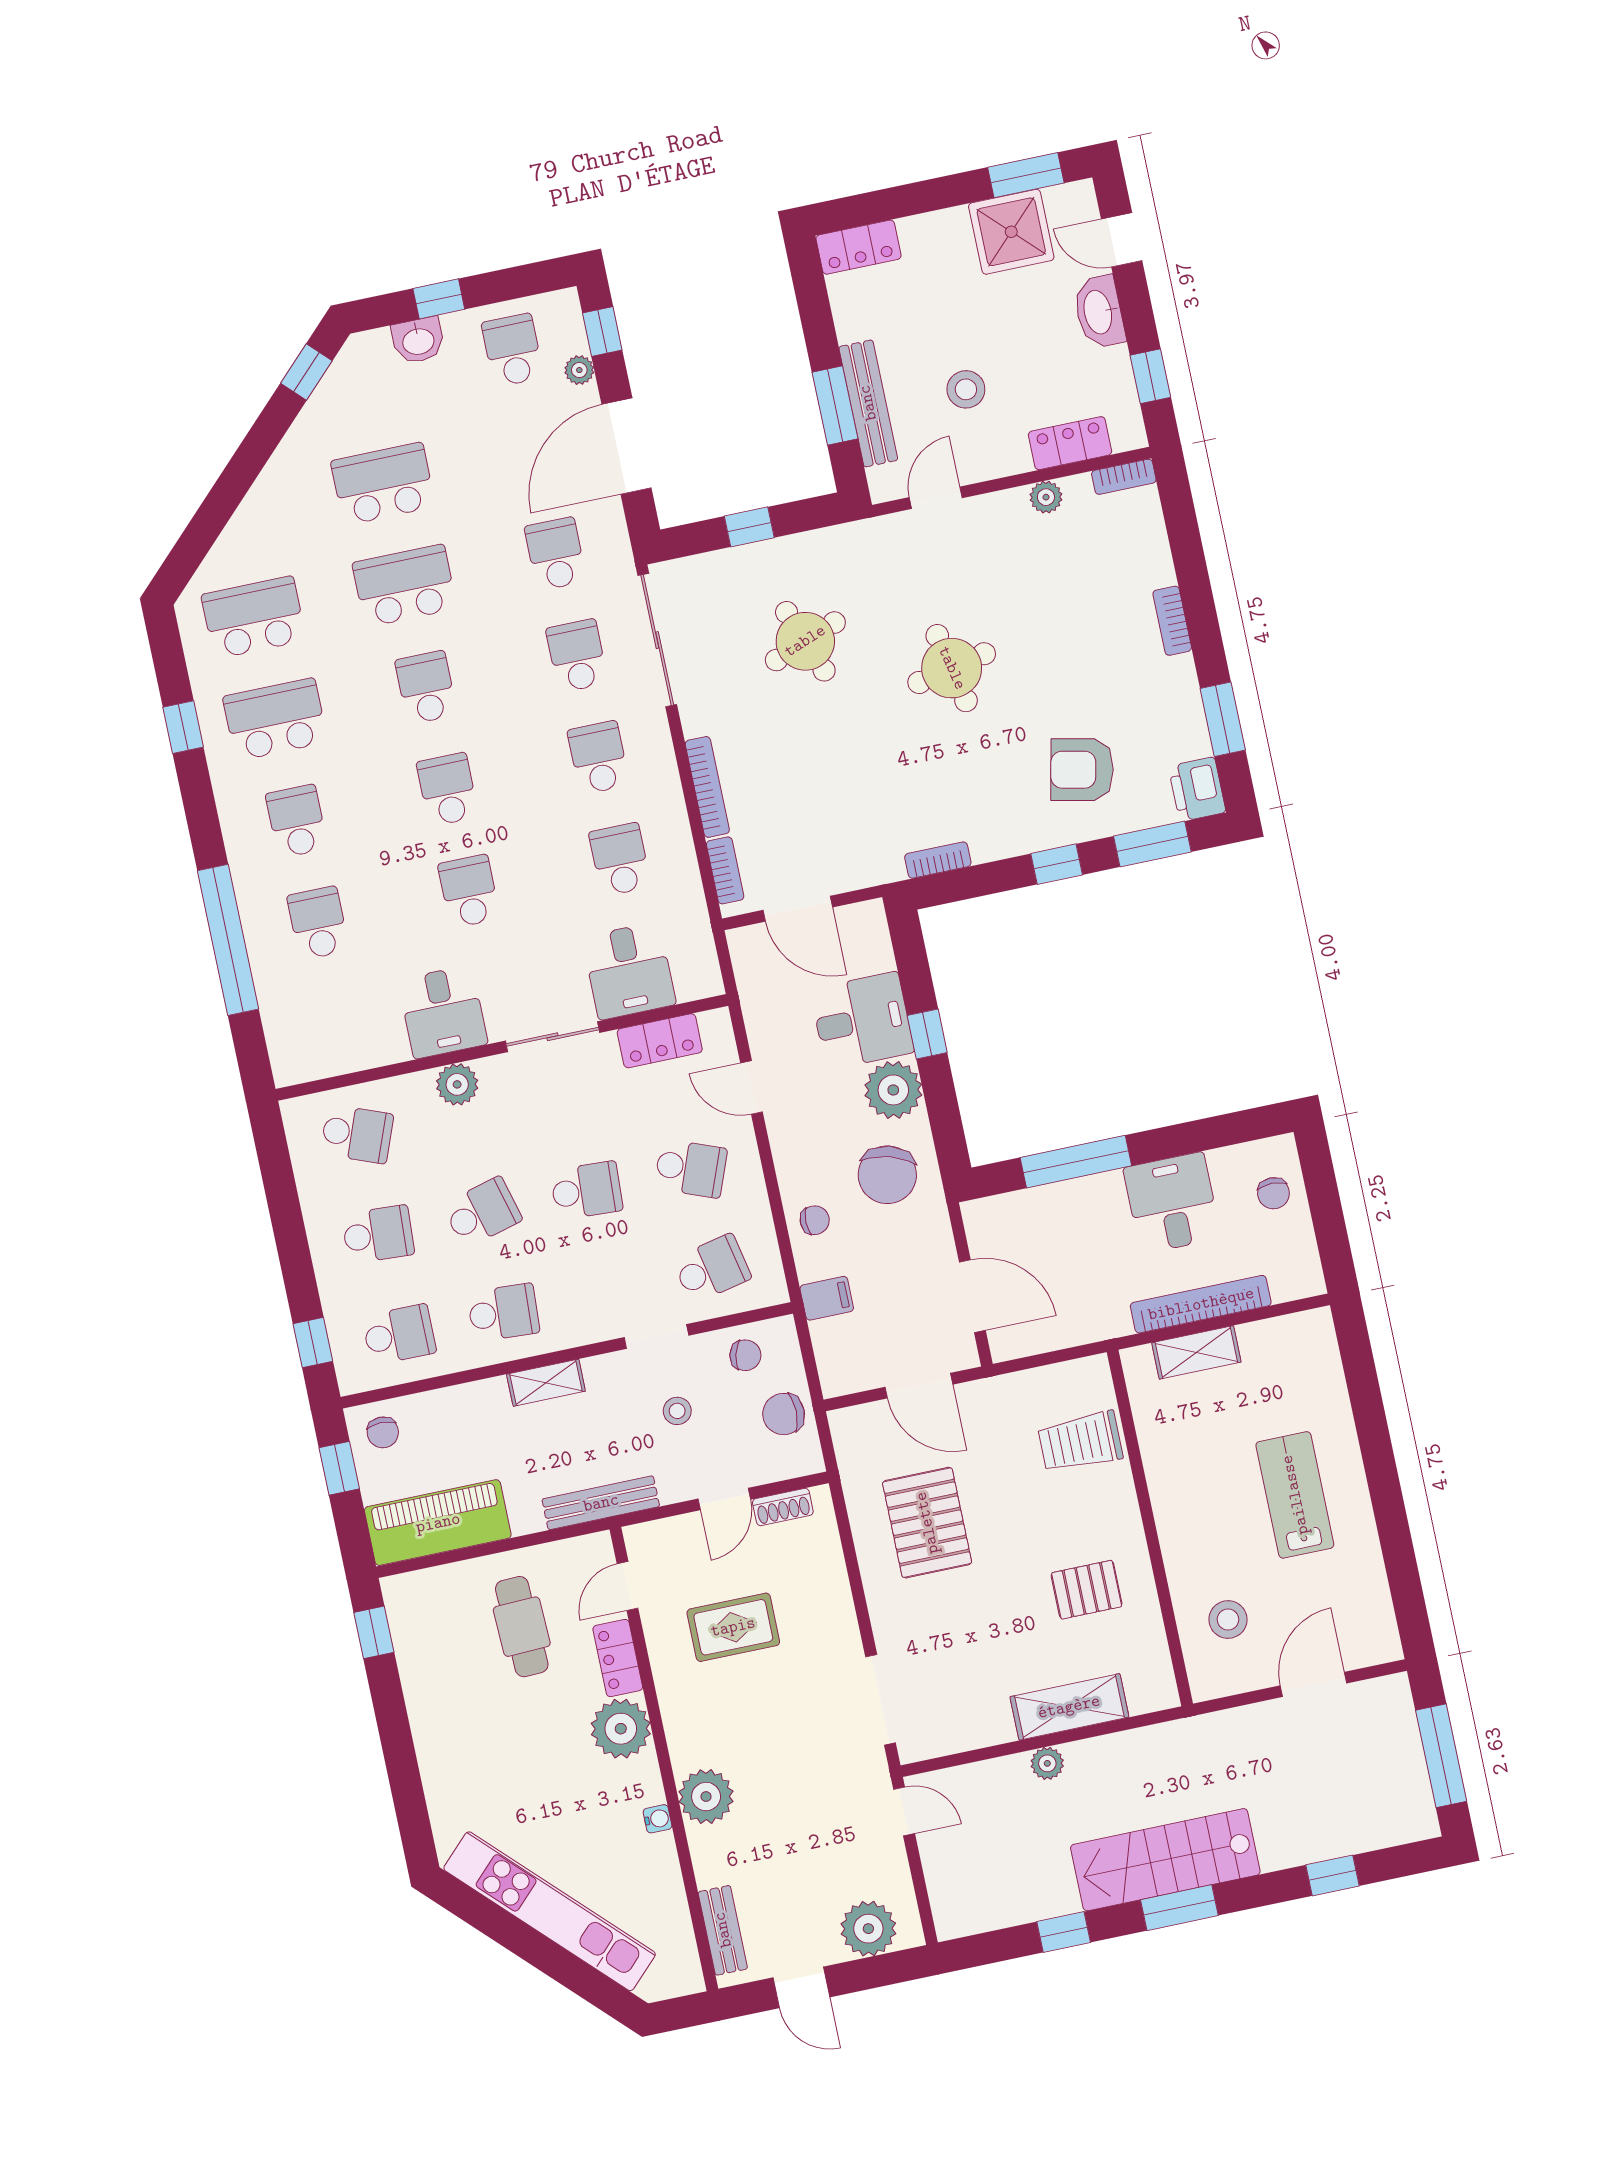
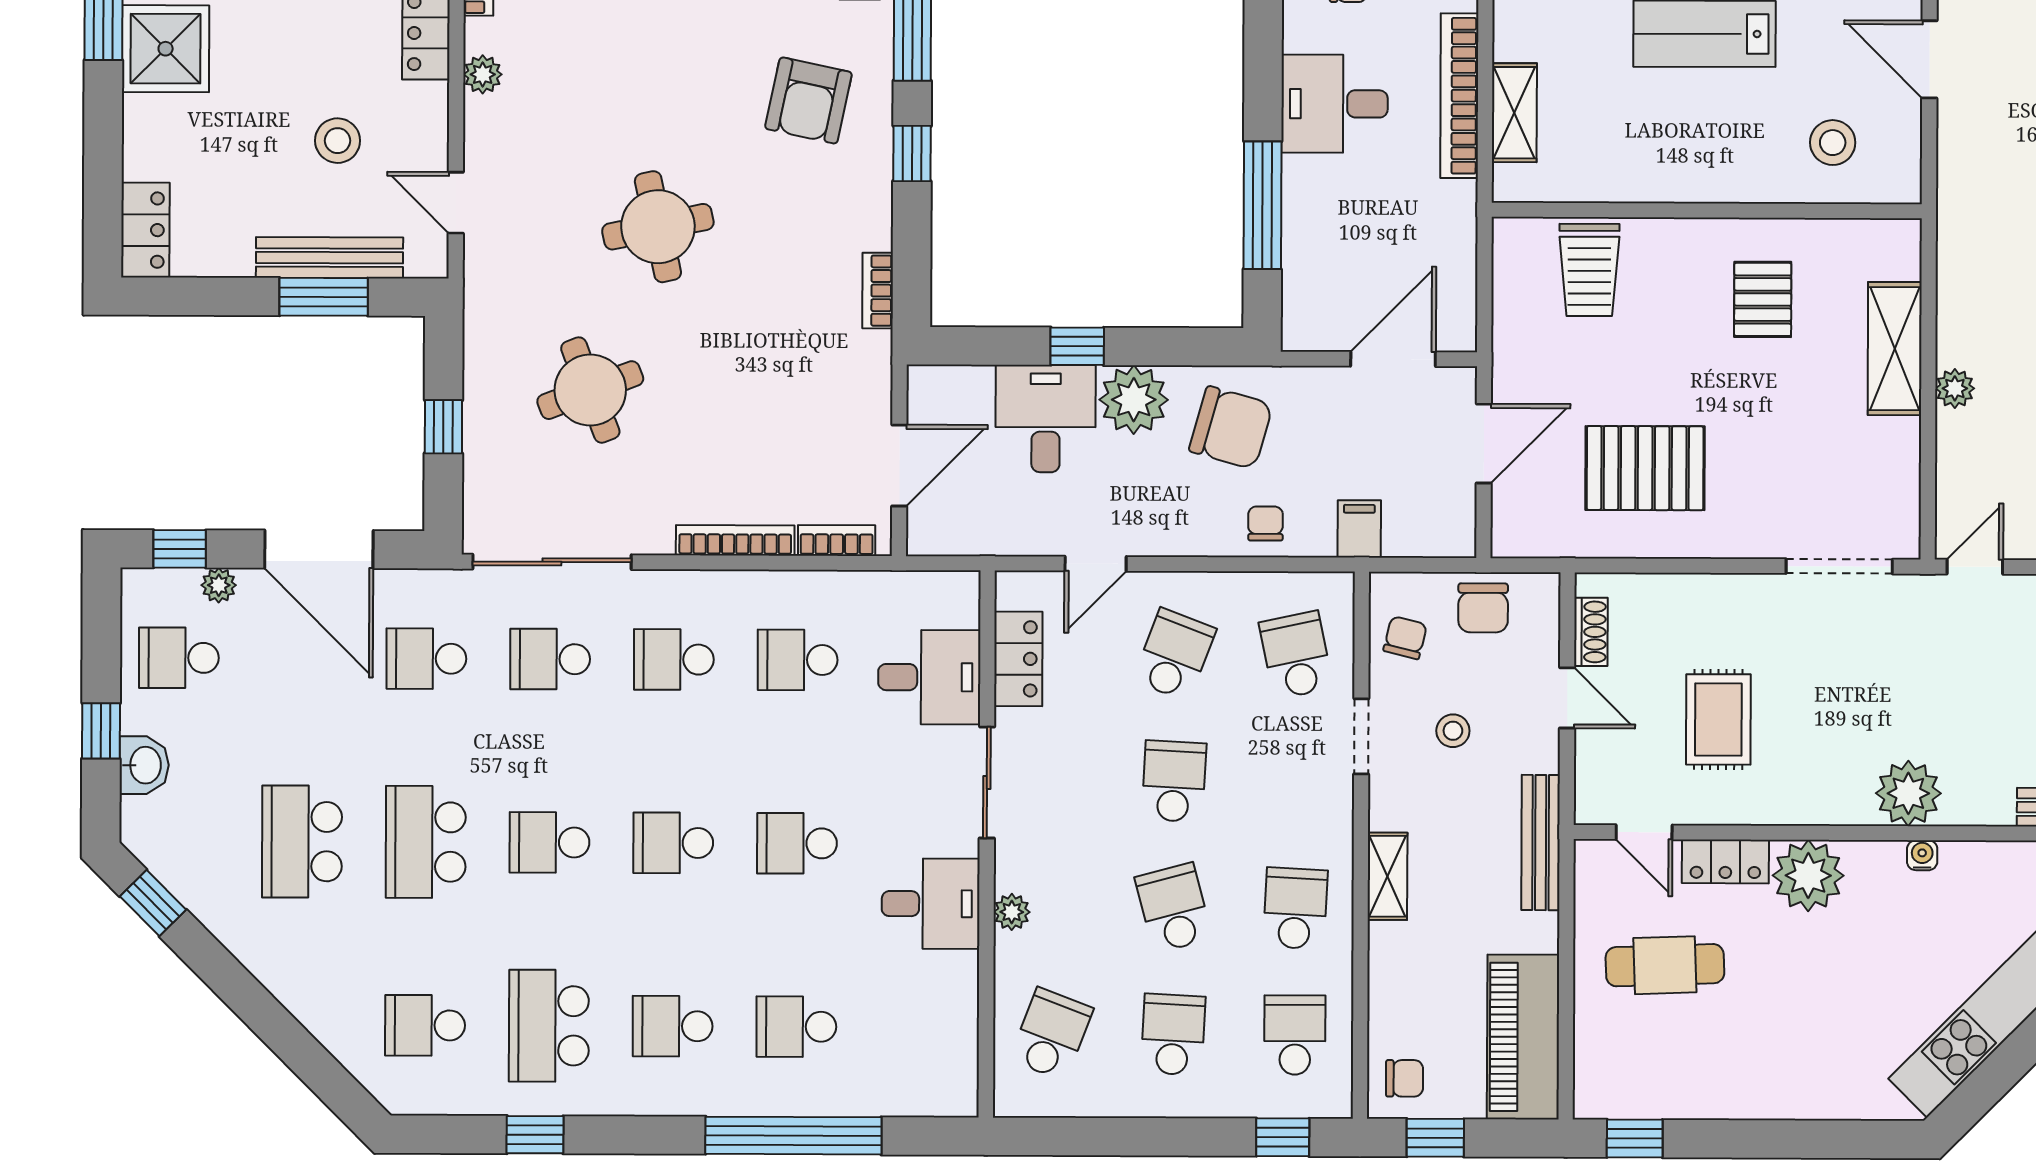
school desk: (254, 617) -> (425, 1025), width x0.54
plant: (457, 1084) -> (1012, 912), width x0.73, depth x0.73

